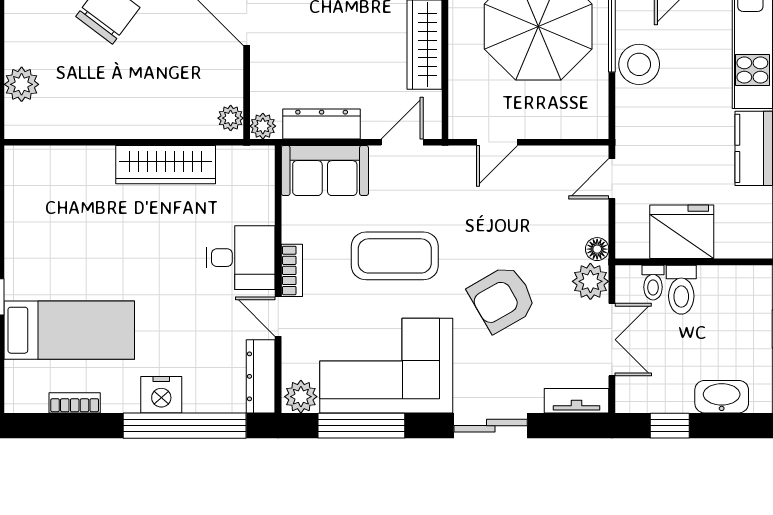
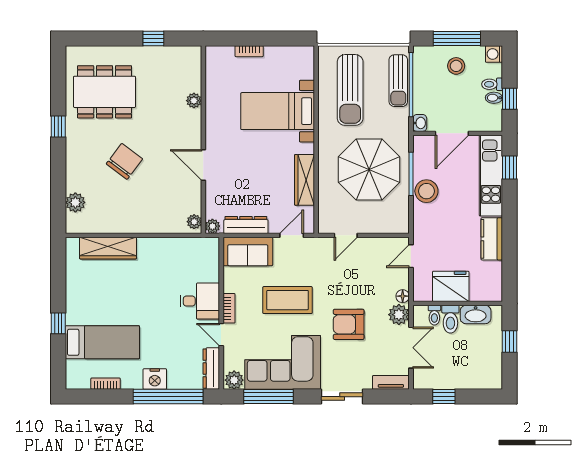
wardrobe: (166, 165) -> (108, 248), moved
armchair: (502, 299) -> (349, 324), turned 30
washbasin: (722, 397) -> (476, 315), moved, turned 180

